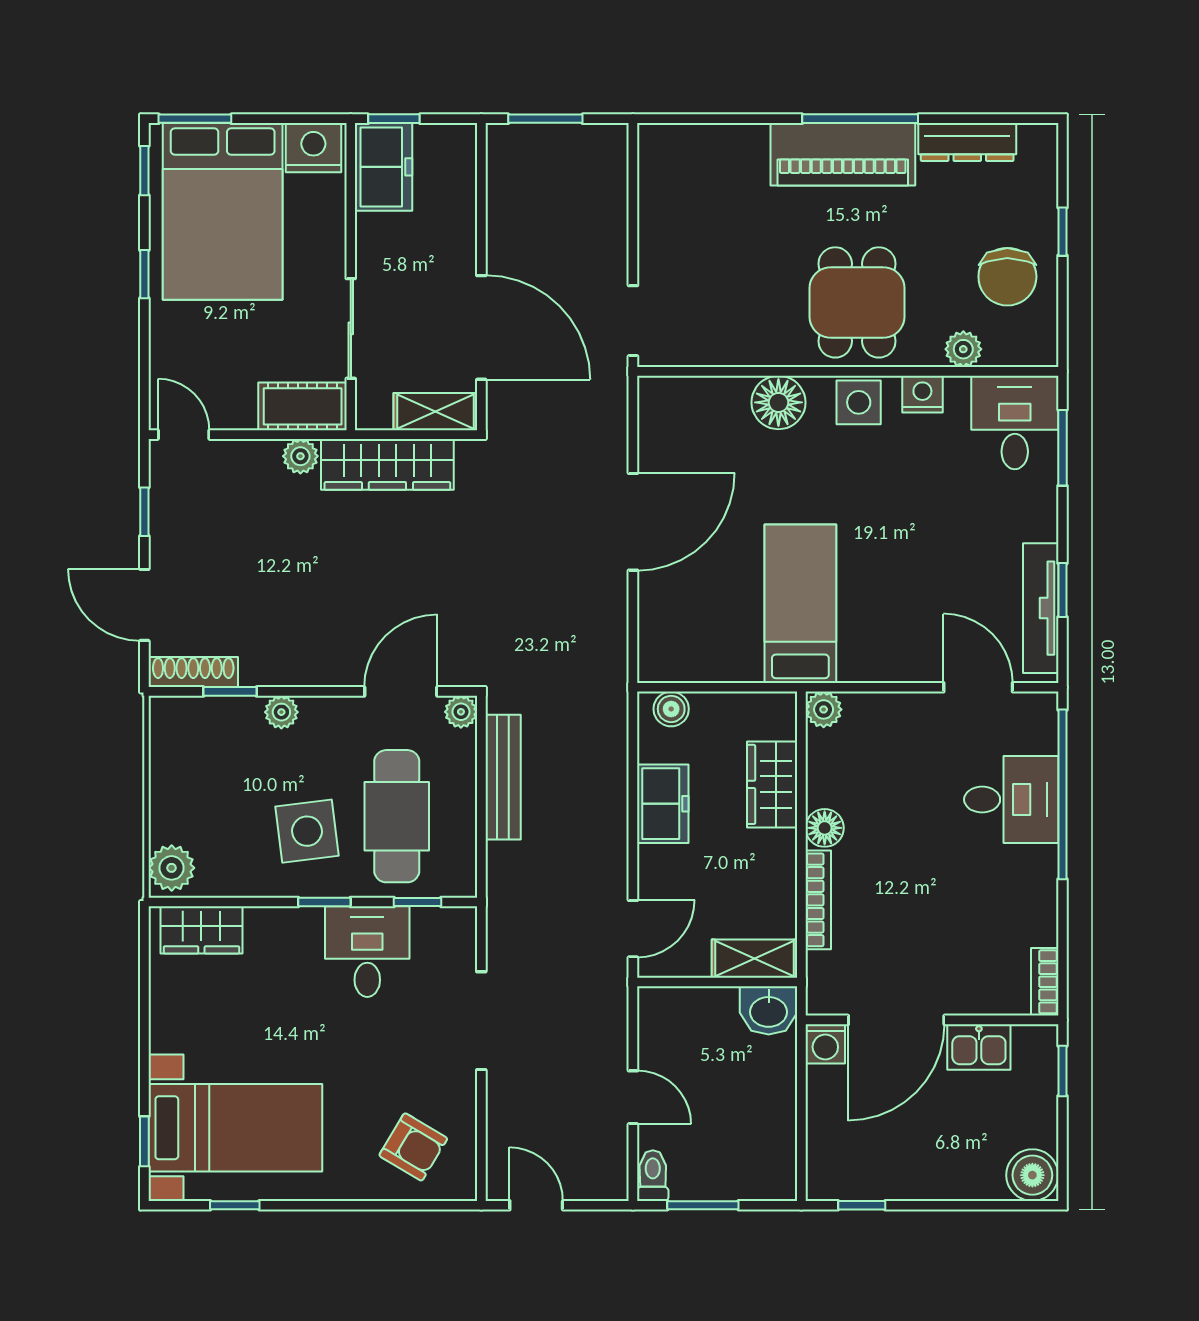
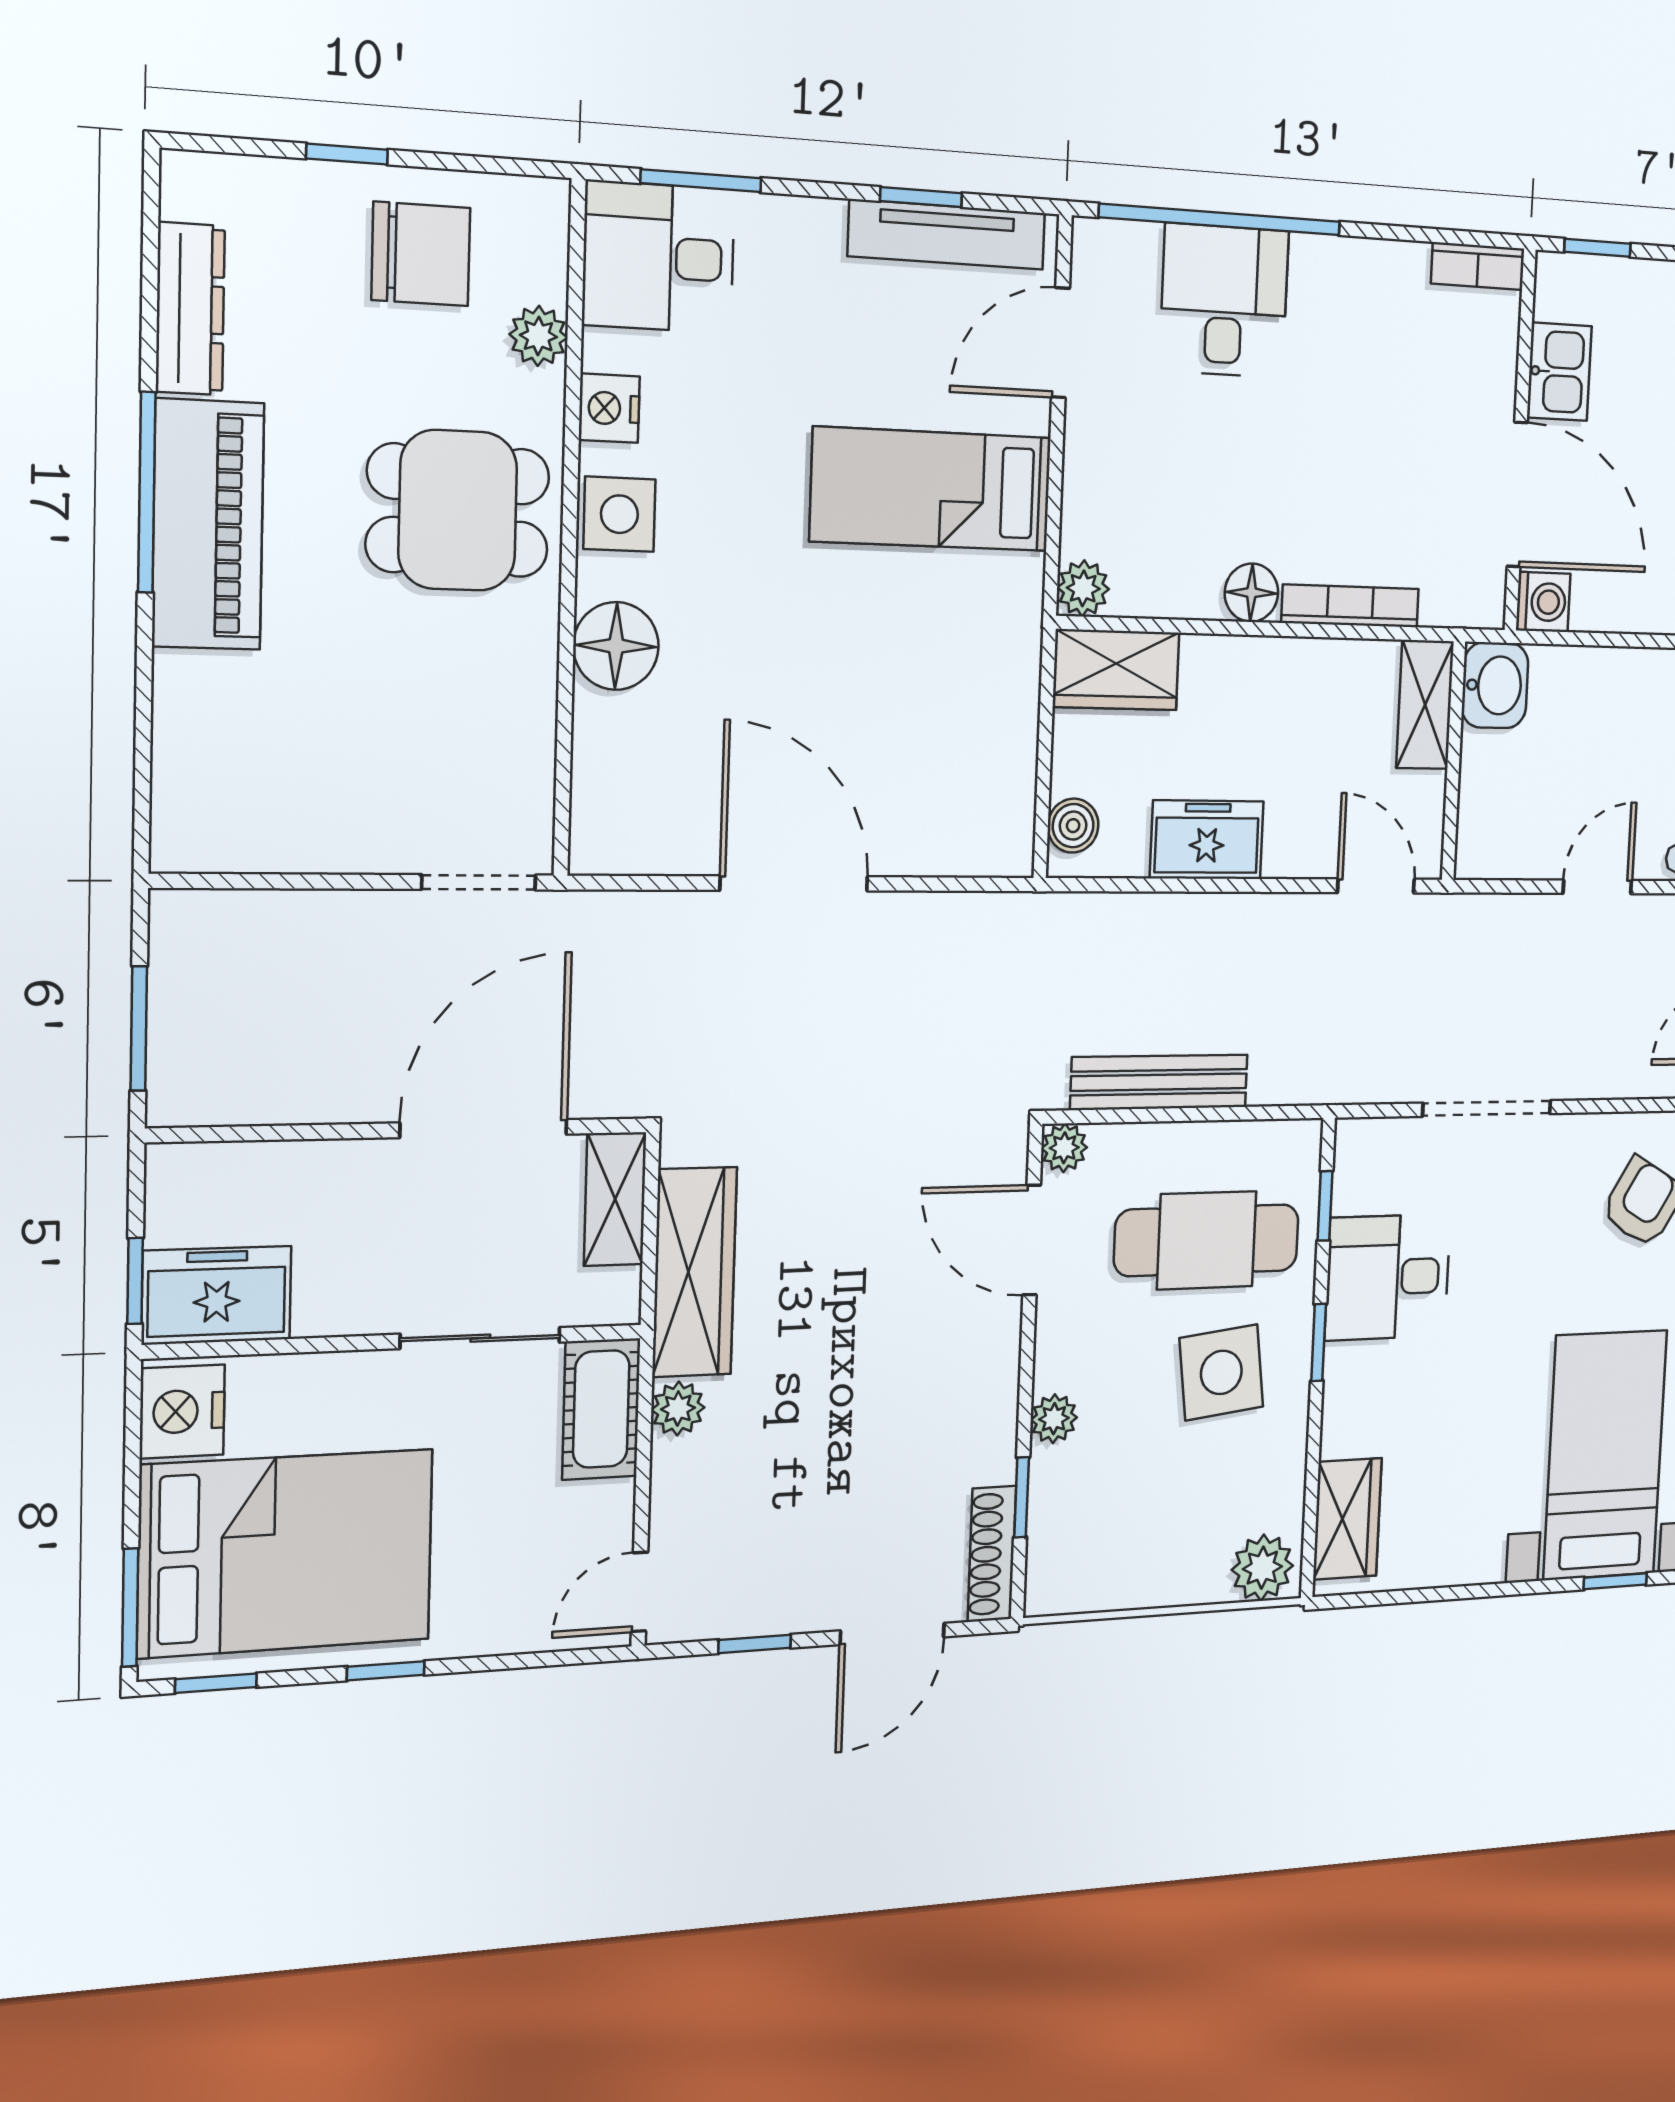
bed: (800, 604) -> (931, 489), moved
wardrobe: (772, 784) -> (1116, 670), moved

